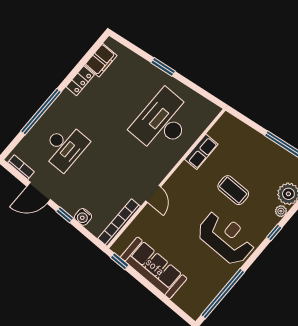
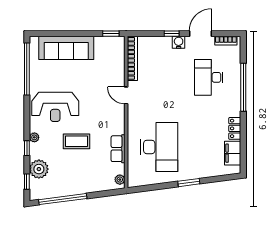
plant: (223, 122) -> (120, 180), added
plant: (281, 211) -> (34, 137), moved
water cooler: (83, 217) -> (179, 42), moved
window: (274, 233) -> (27, 148), moved
sofa: (154, 268) -> (66, 48), moved

